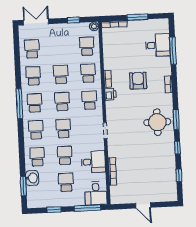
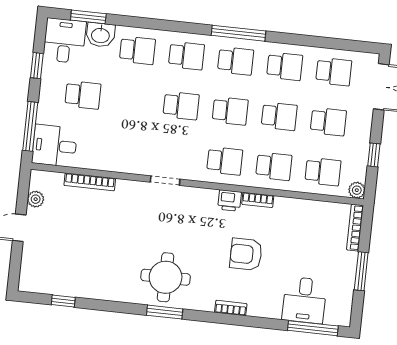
window: (173, 51) -> (313, 328), moved
armchair: (138, 81) -> (246, 254), turned 180
window: (178, 147) -> (114, 307), removed
school desk: (65, 155) -> (328, 122), moved
desk: (93, 162) -> (64, 41), moved, turned 180
plant: (126, 199) -> (36, 199), added

